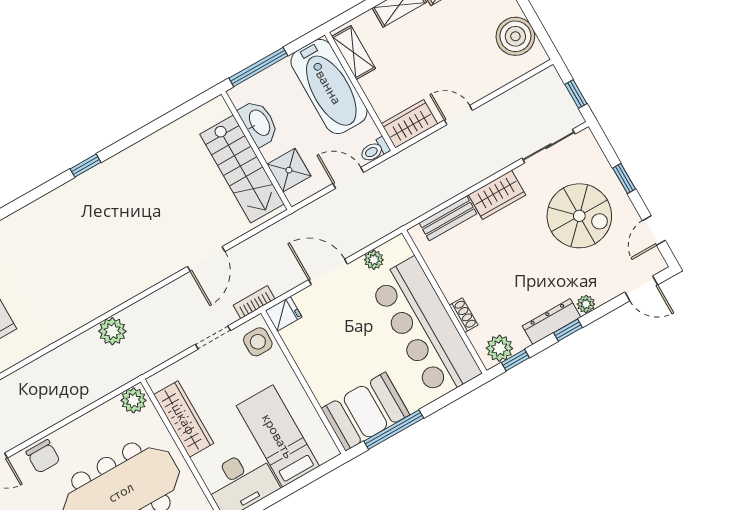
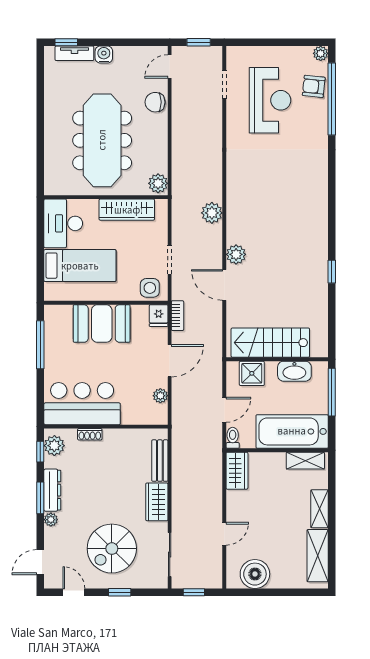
door: (458, 115) -> (224, 534), moved
window: (86, 166) -> (332, 272), moved
plant: (164, 265) -> (236, 254), added
bookcase: (254, 302) -> (178, 316), moved
bar counter: (425, 328) -> (82, 404), width x0.73
window: (568, 330) -> (40, 498), width x1.50
plant: (112, 331) -> (212, 213), moved
booth: (365, 412) -> (102, 324), moved, turned 90

